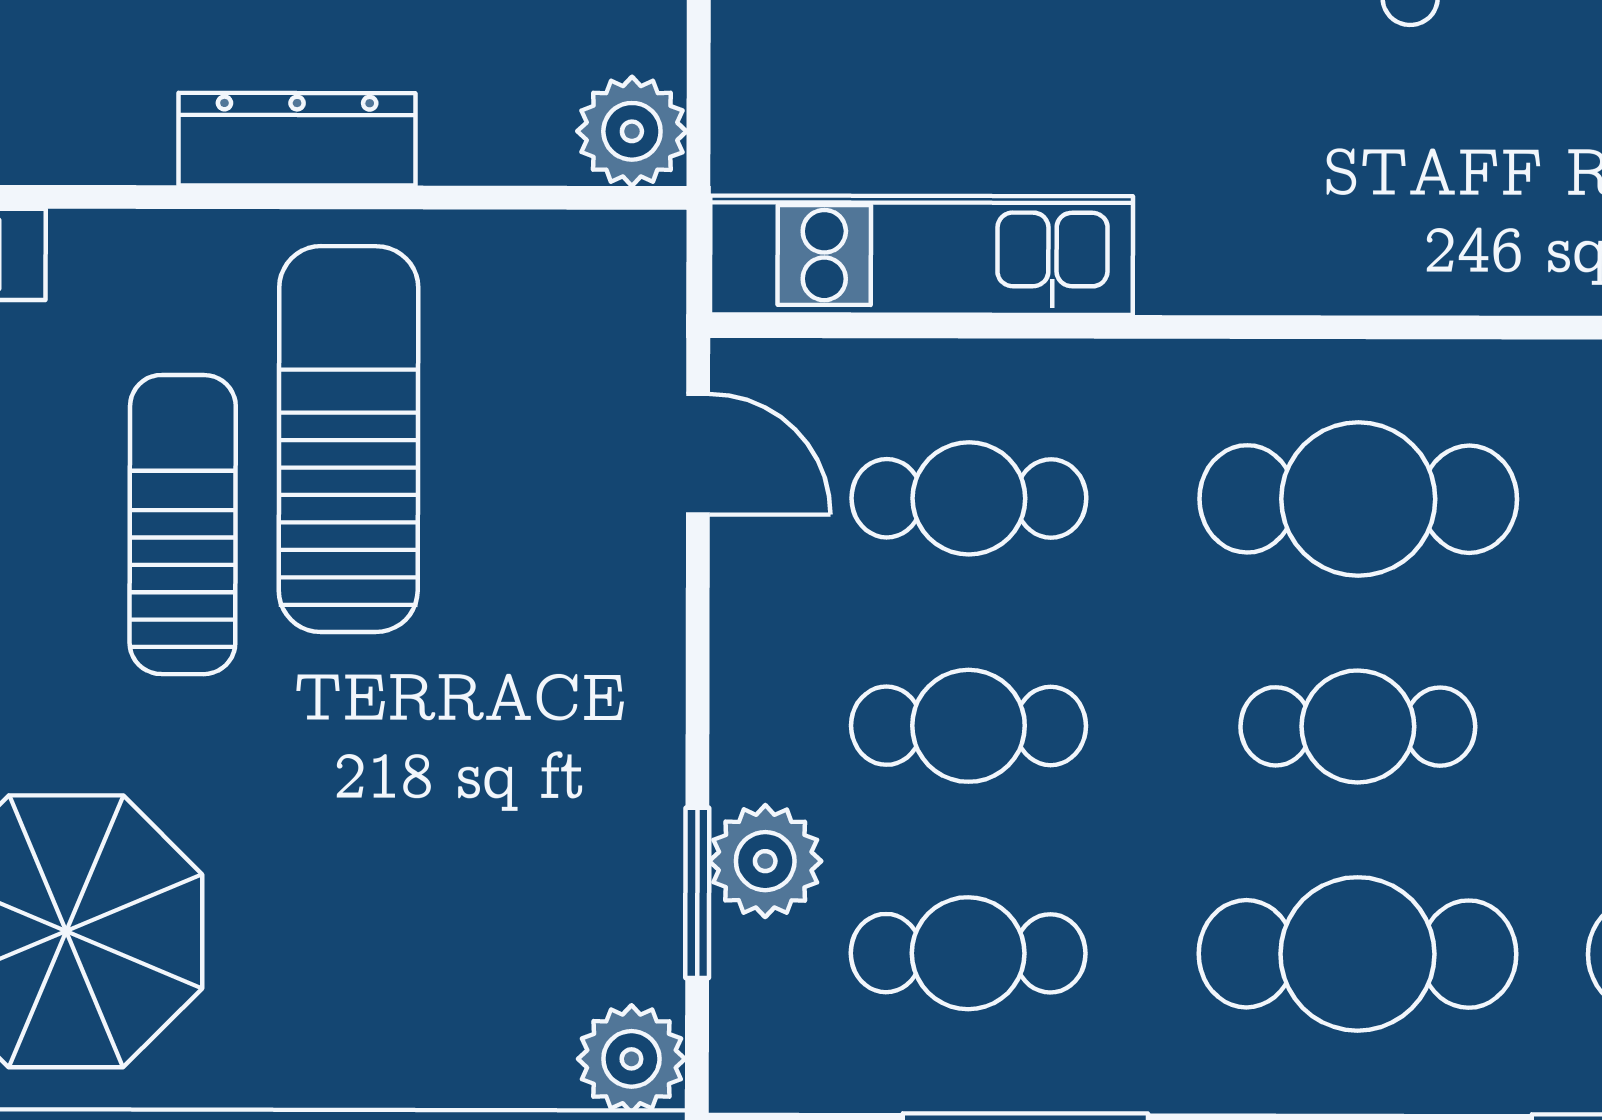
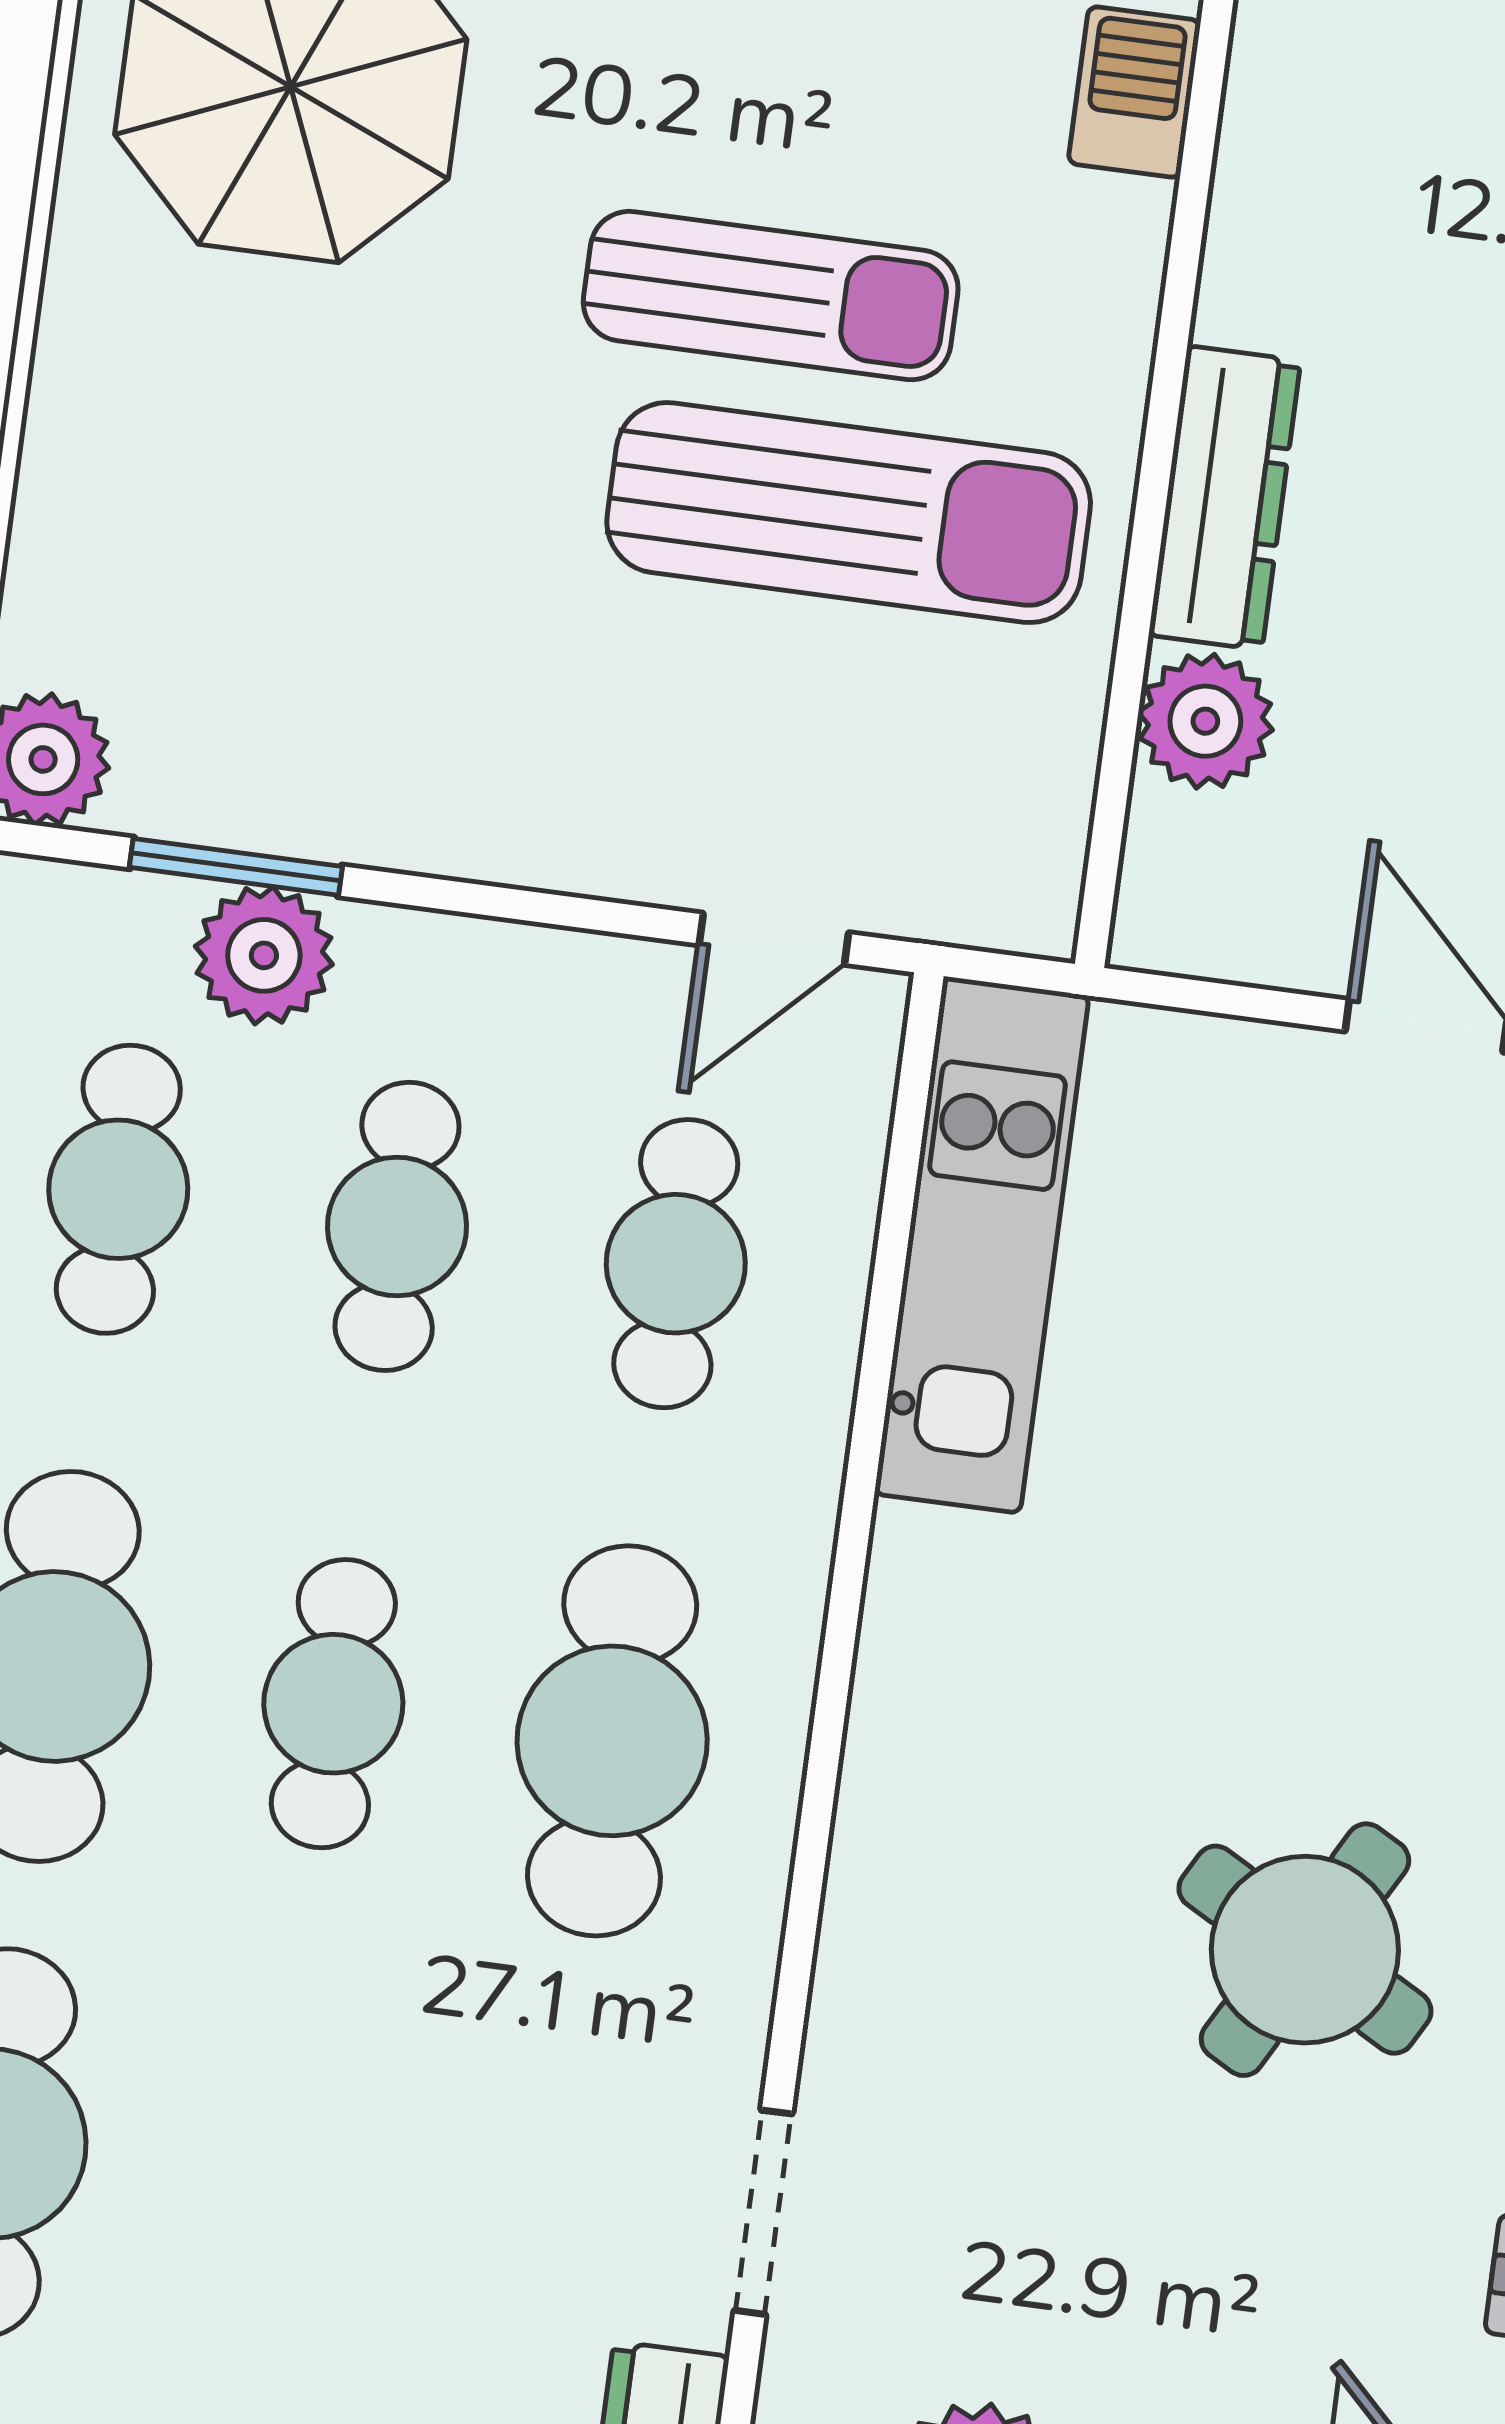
plant: (632, 131) -> (1205, 721), moved

